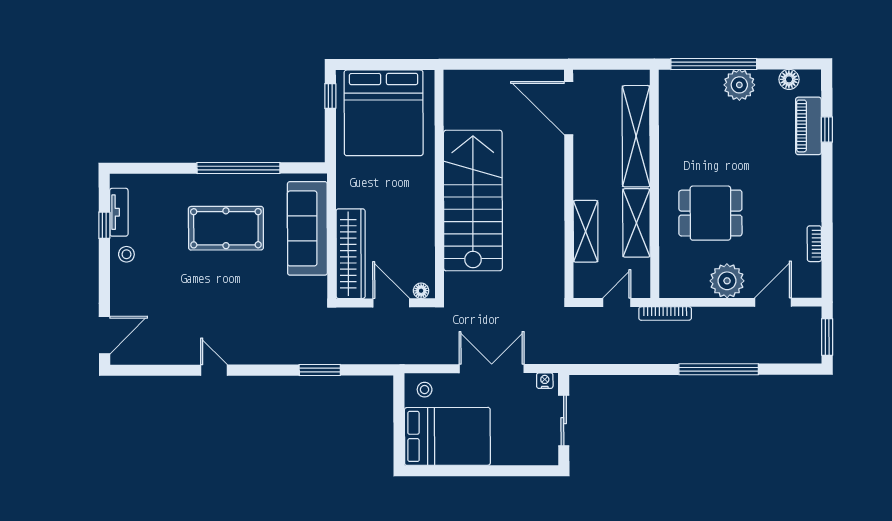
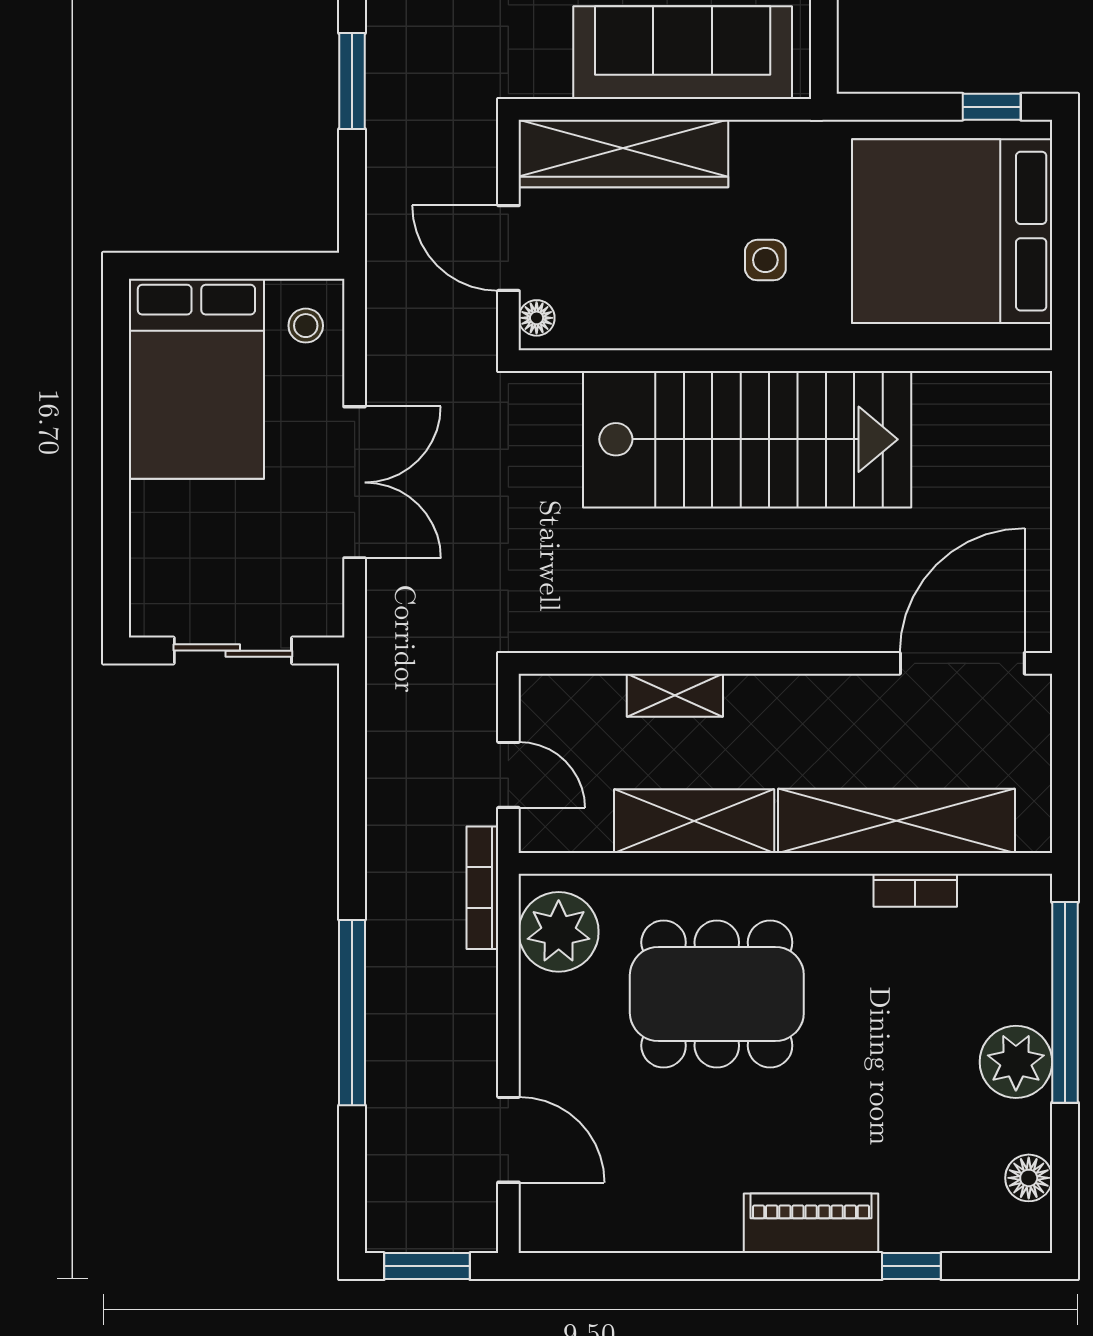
piano: (808, 126) -> (811, 1223), moved
side table: (396, 193) -> (765, 260), added
dining table: (710, 213) -> (717, 994), width x1.38
shelving: (586, 231) -> (675, 695), width x0.67, depth x0.75
bookcase: (814, 244) -> (915, 890), moved, turned 180
plant: (727, 281) -> (559, 932), moved
door: (391, 303) -> (508, 248), swing flipped
nightstand: (545, 381) -> (326, 606), removed

